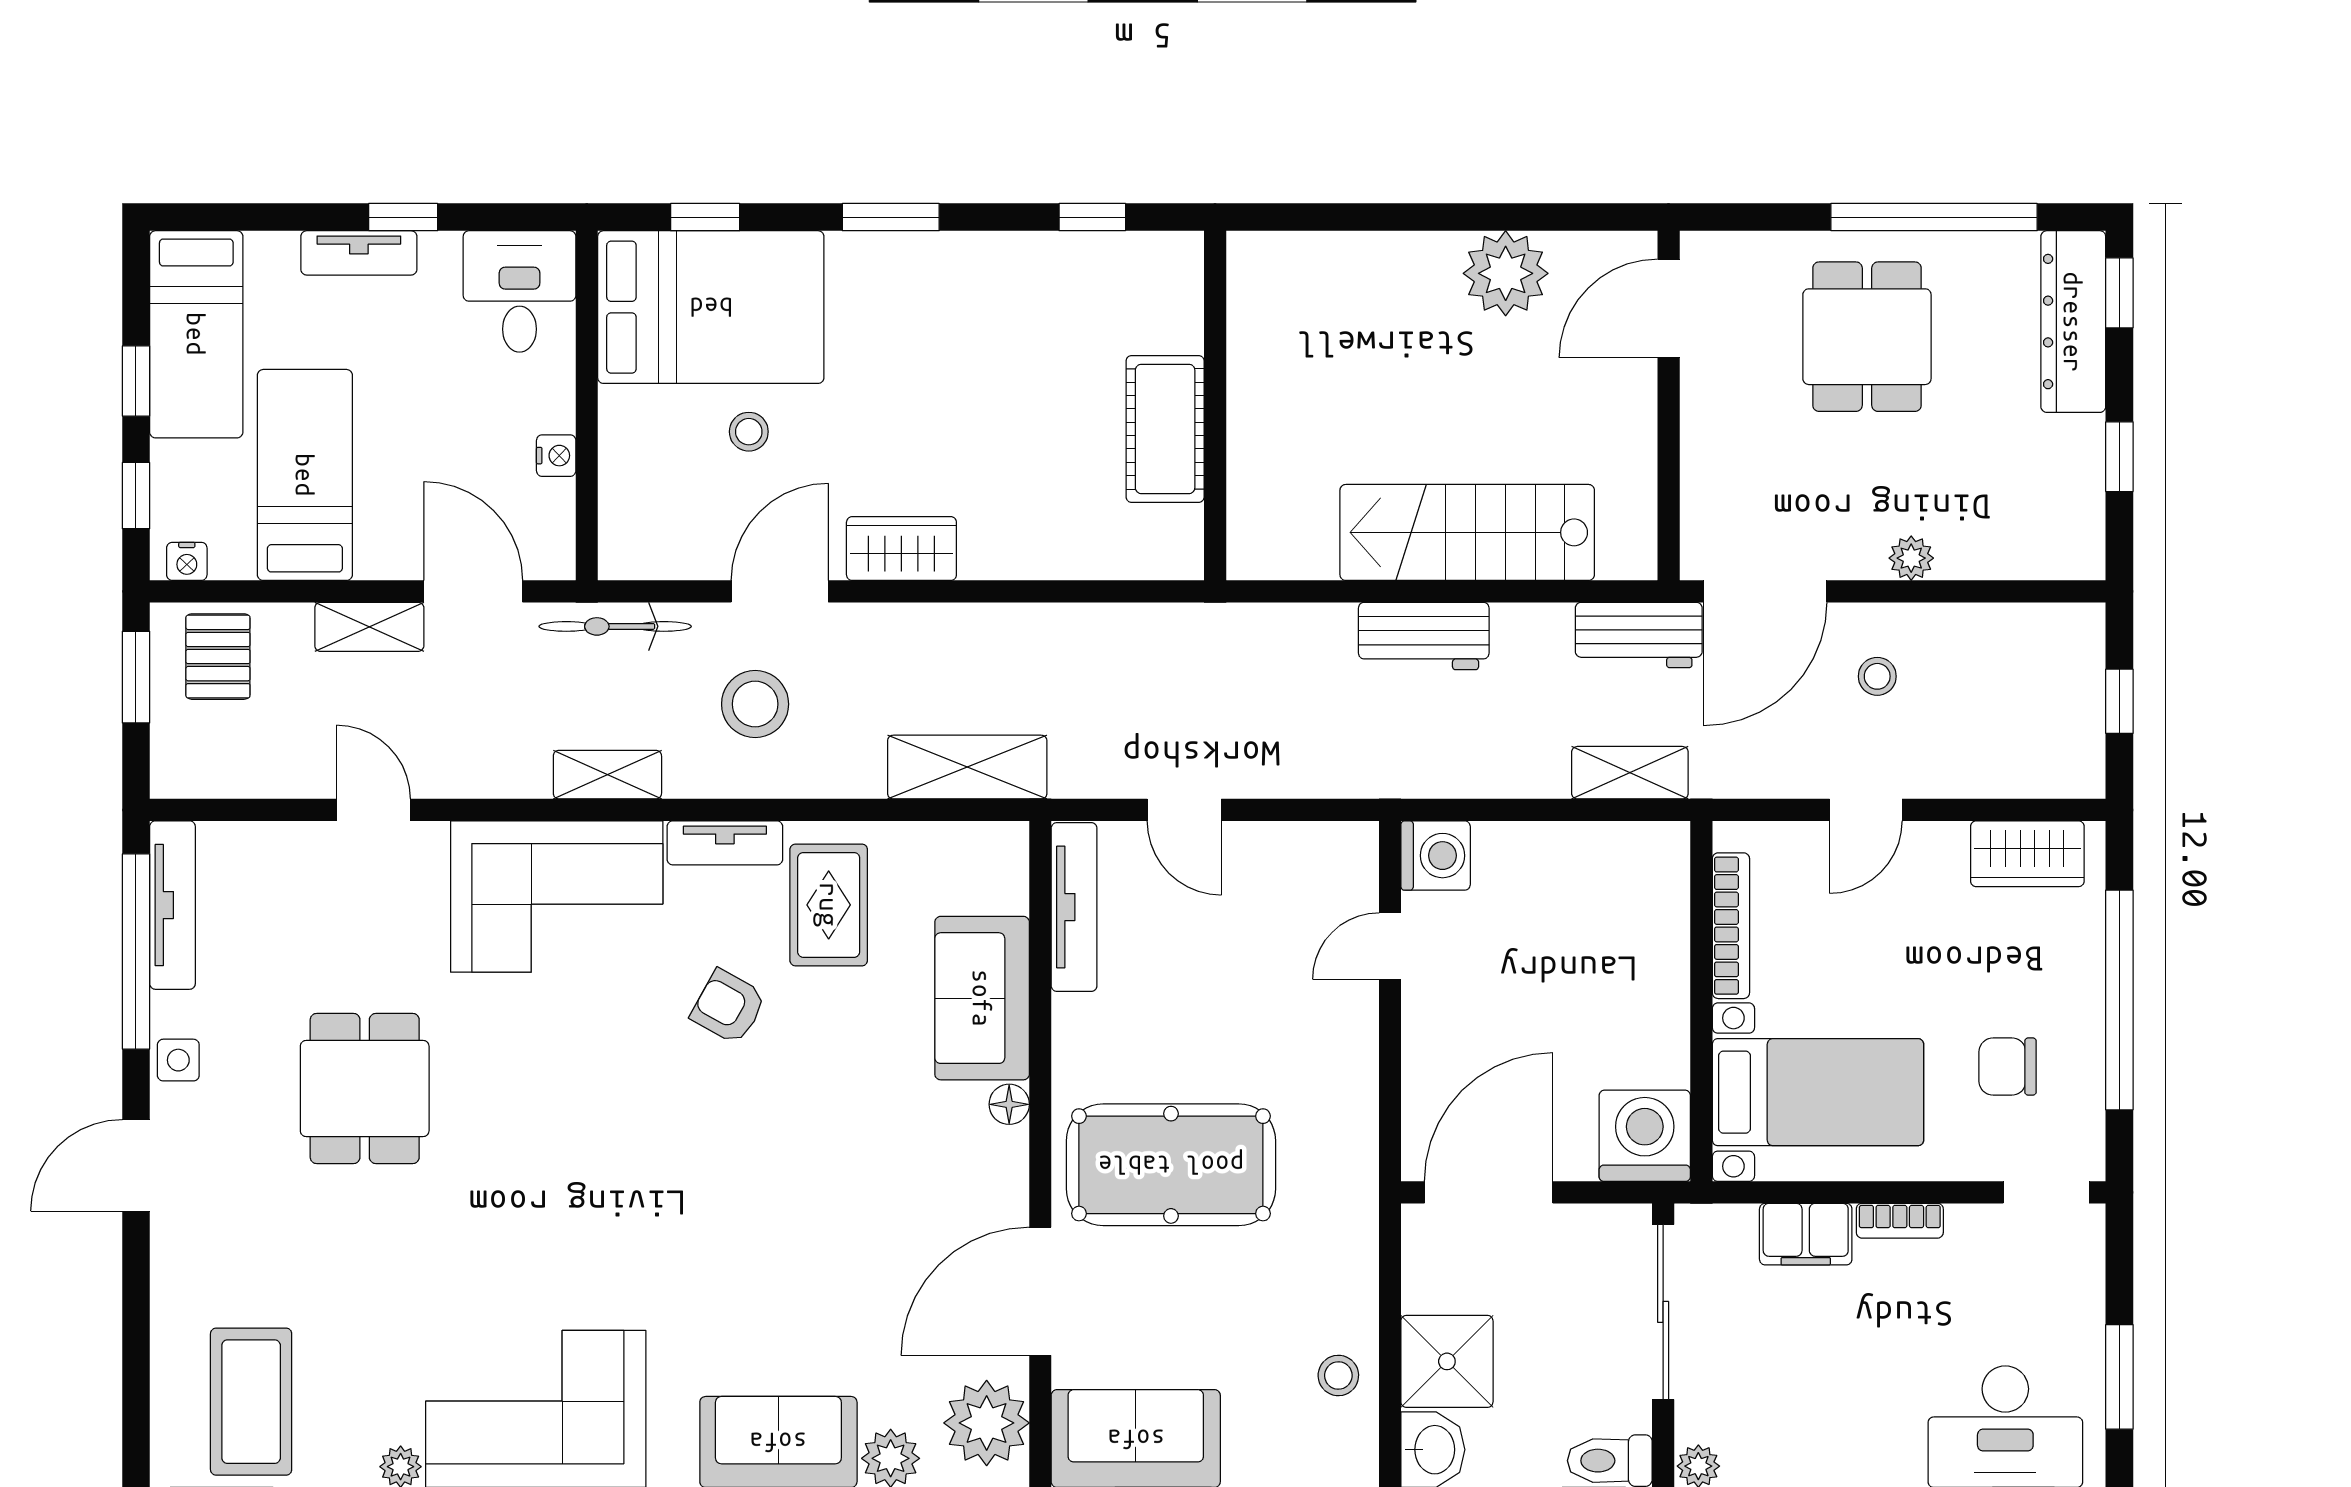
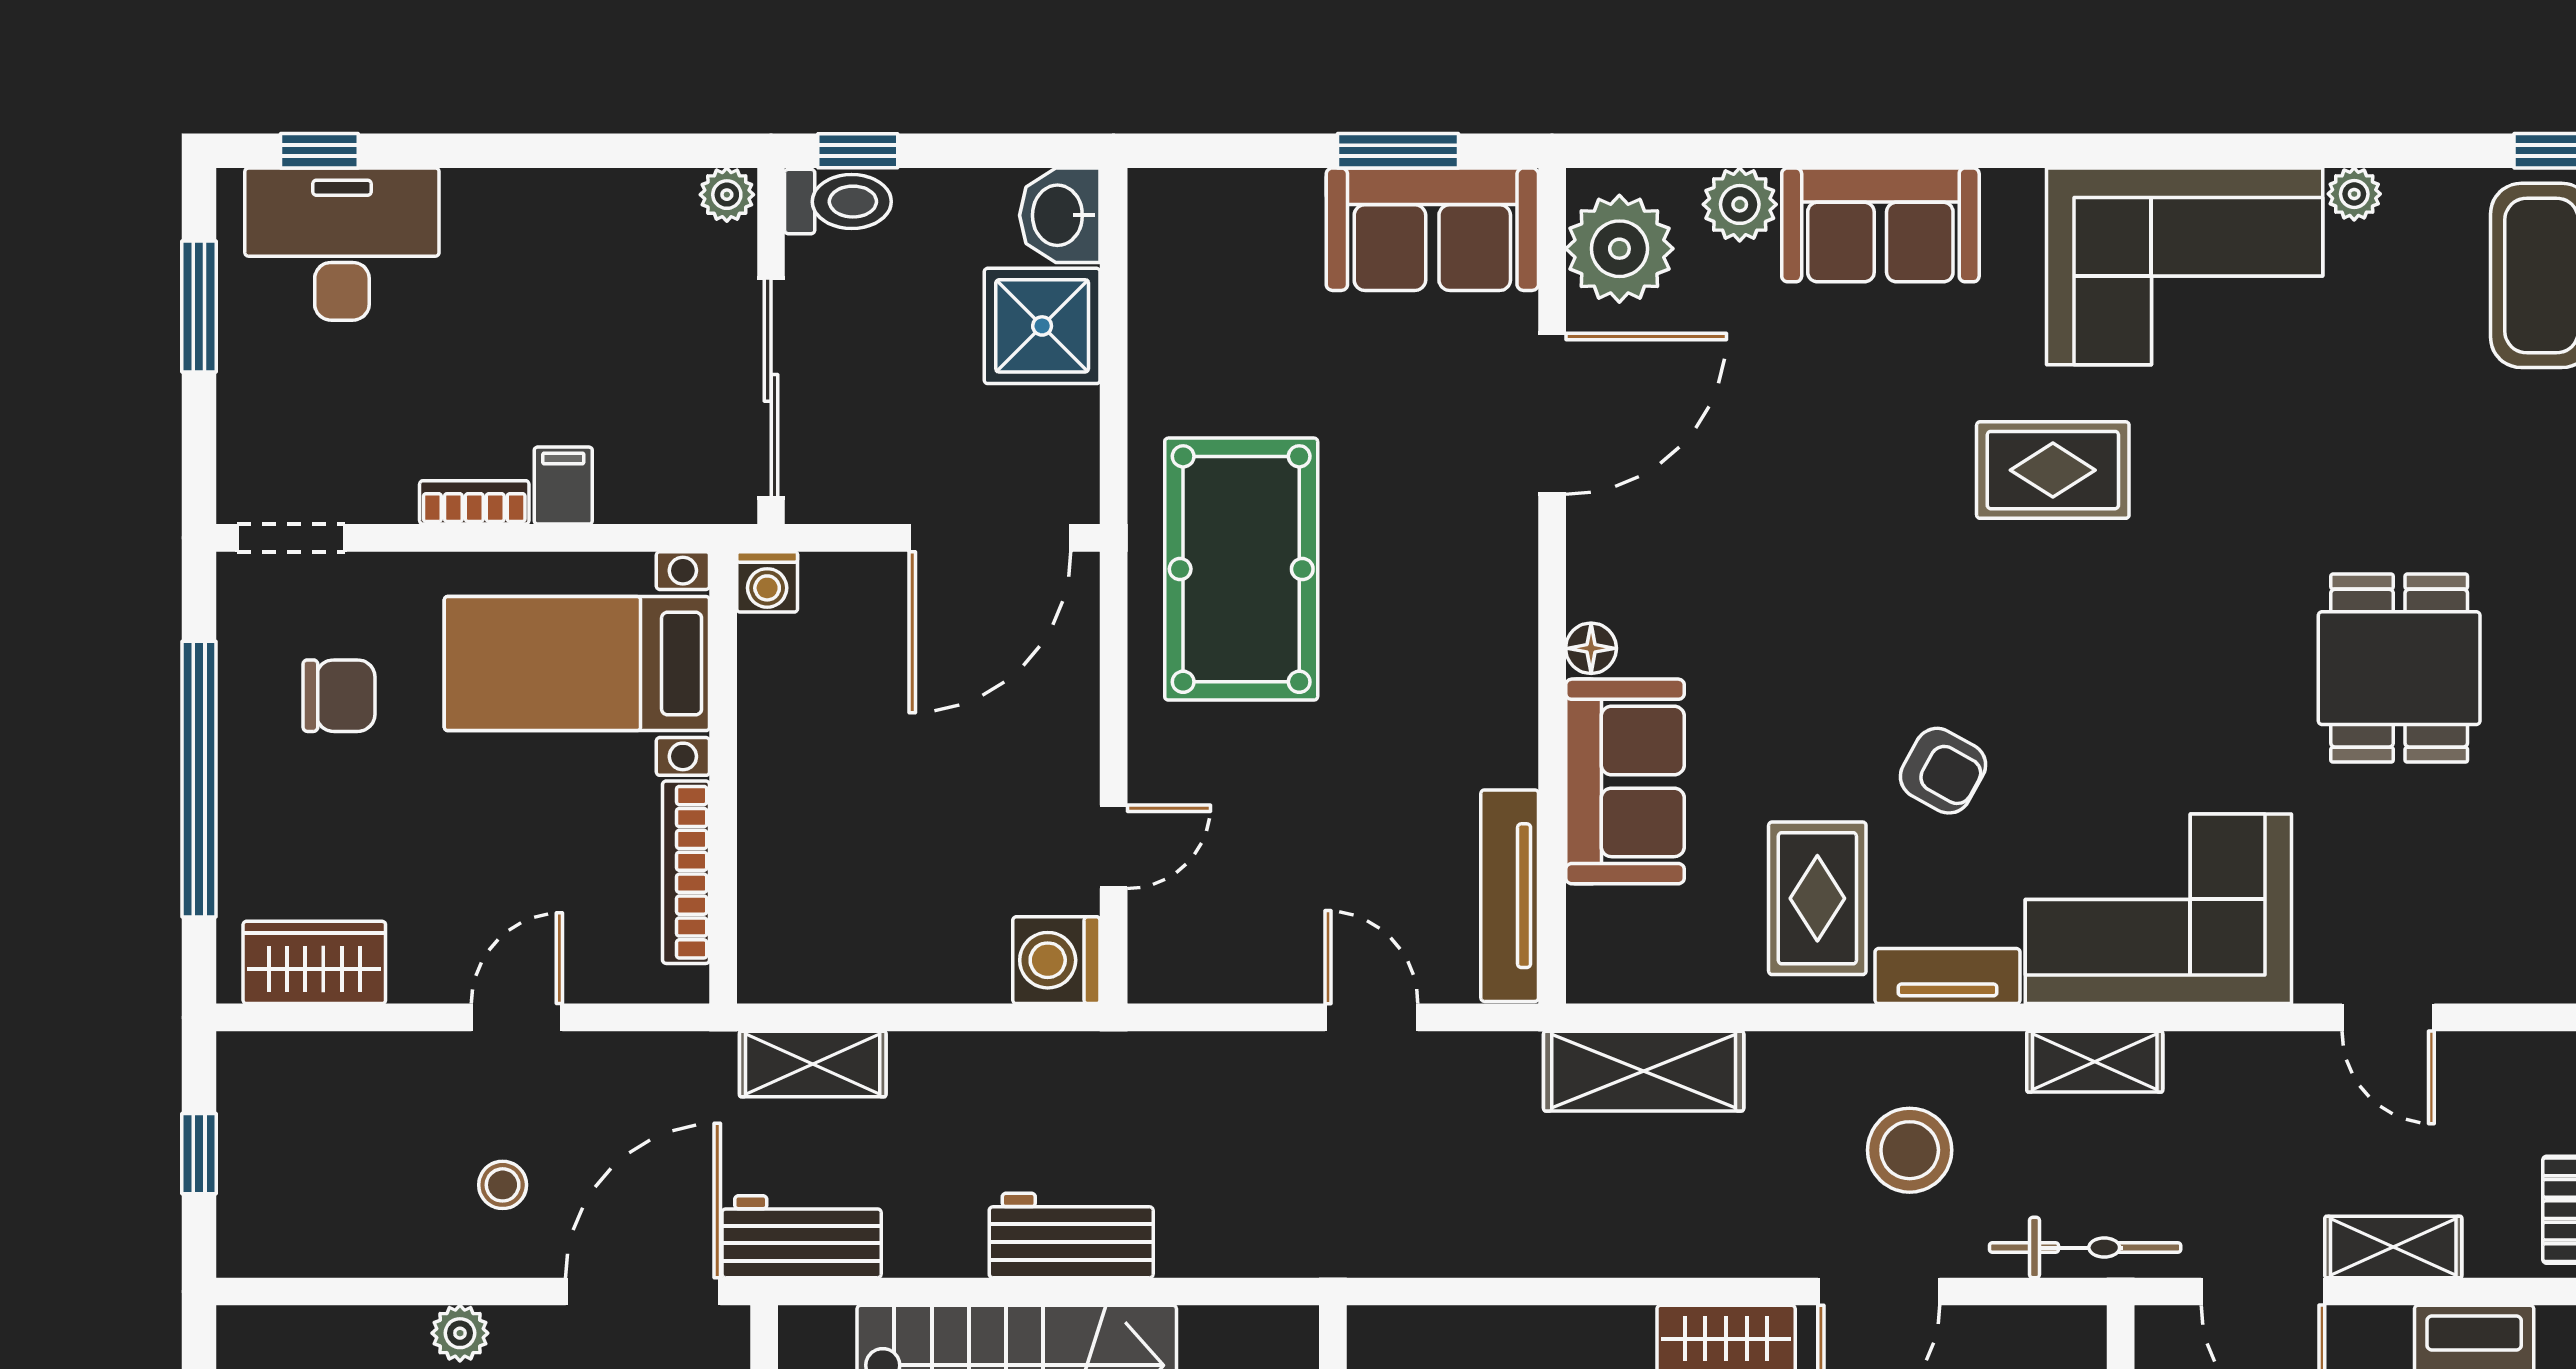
washing machine: (1645, 1136) -> (767, 582), width x0.53, depth x0.53
pool table: (1171, 1165) -> (1241, 569), moved, turned 90
filing cabinet: (1806, 1234) -> (563, 486), width x0.50
rug: (641, 1246) -> (2053, 470), added
stool: (1338, 1376) -> (1178, 308), removed

